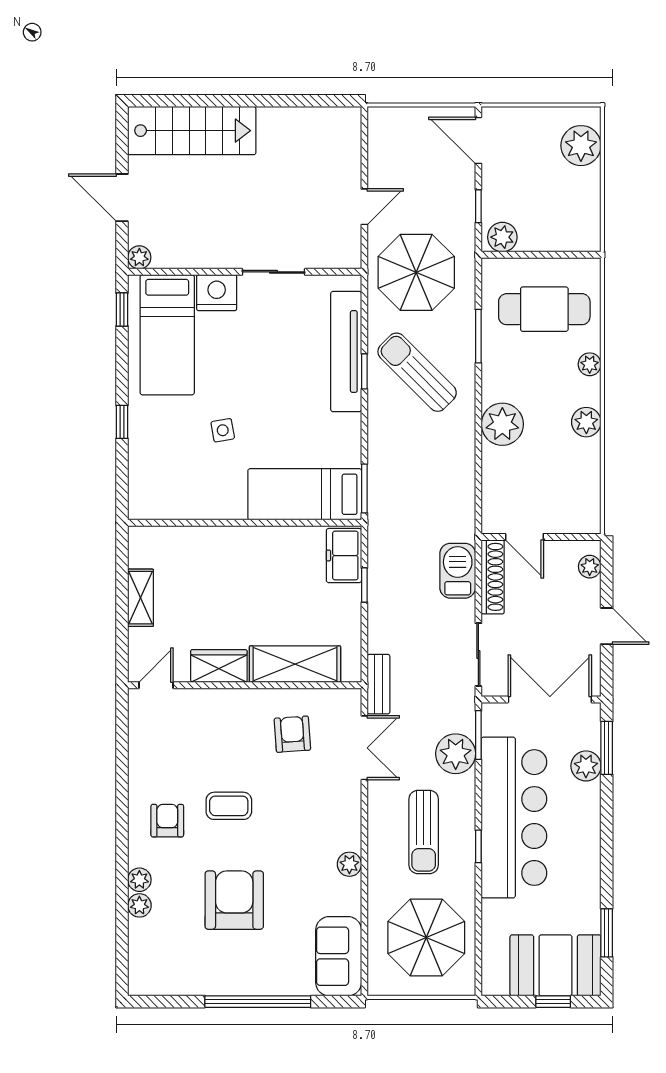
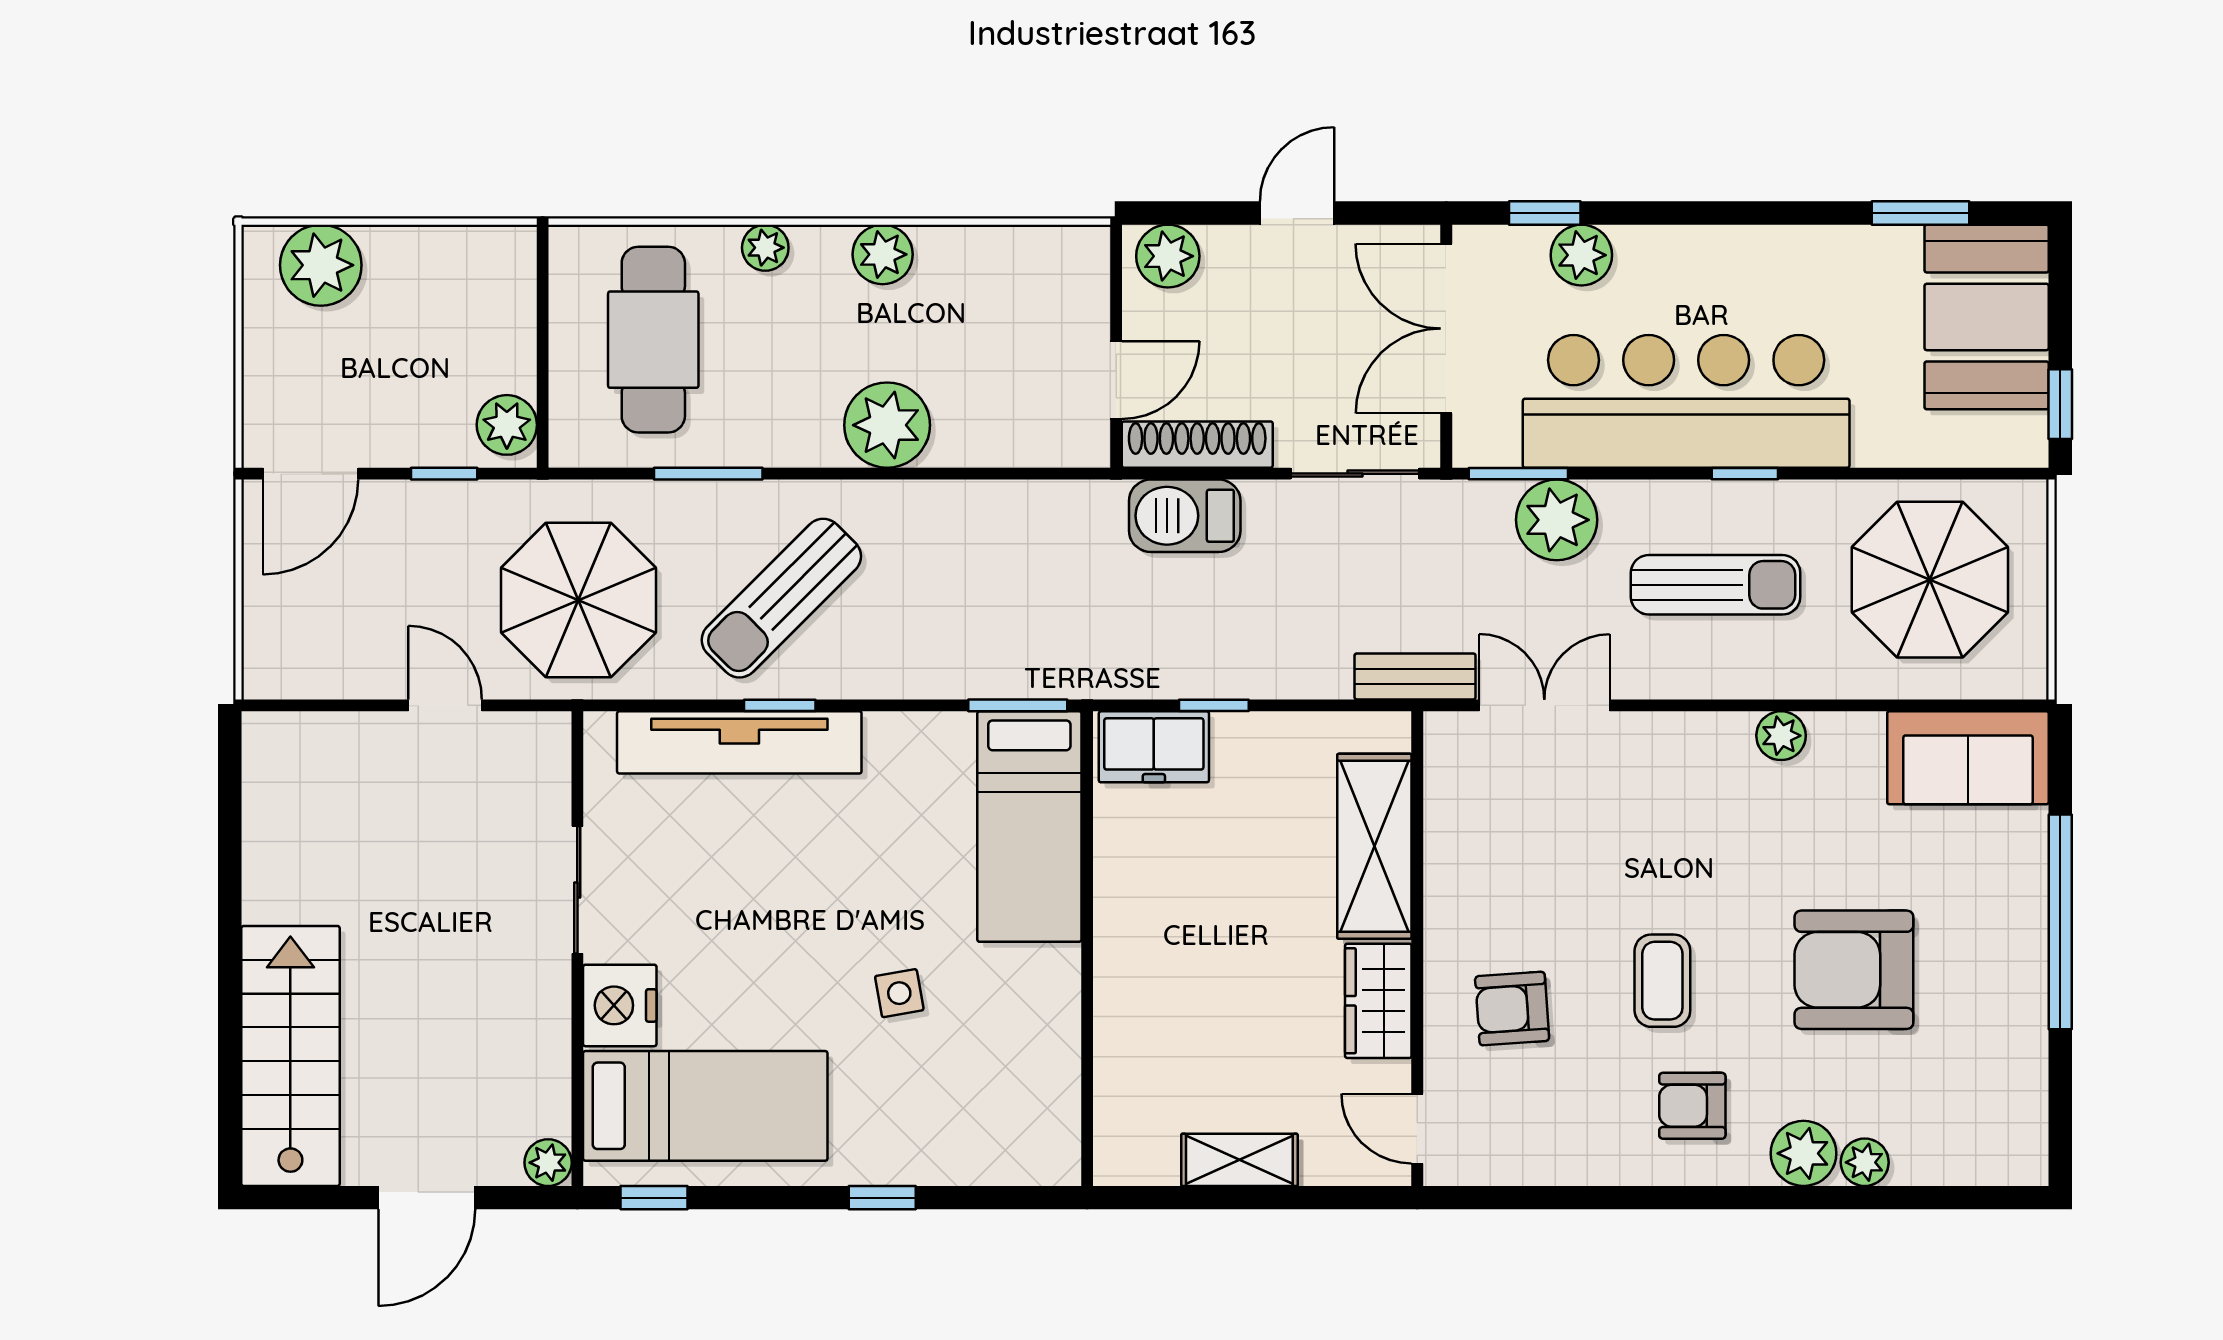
plant: (590, 567) -> (1168, 256), width x1.38, depth x1.38
armchair: (292, 734) -> (1512, 1009), moved
window: (607, 748) -> (1545, 213), width x0.67
plant: (139, 880) -> (1804, 1153), width x1.38, depth x1.38
window: (553, 1002) -> (2060, 404), moved

